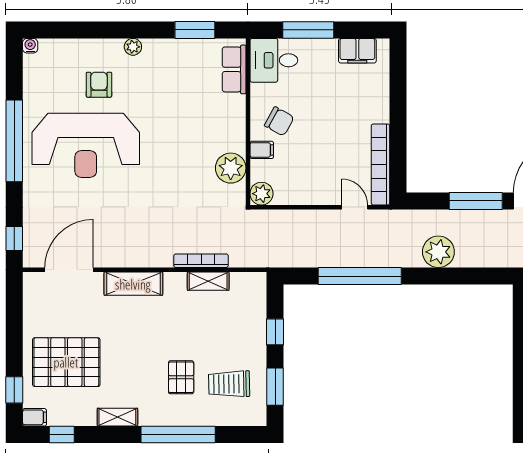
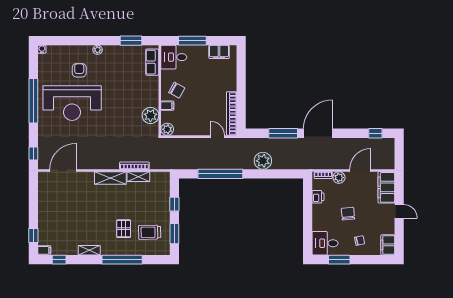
shelving: (133, 284) -> (110, 178), moved
pallet: (66, 362) -> (62, 220), removed

